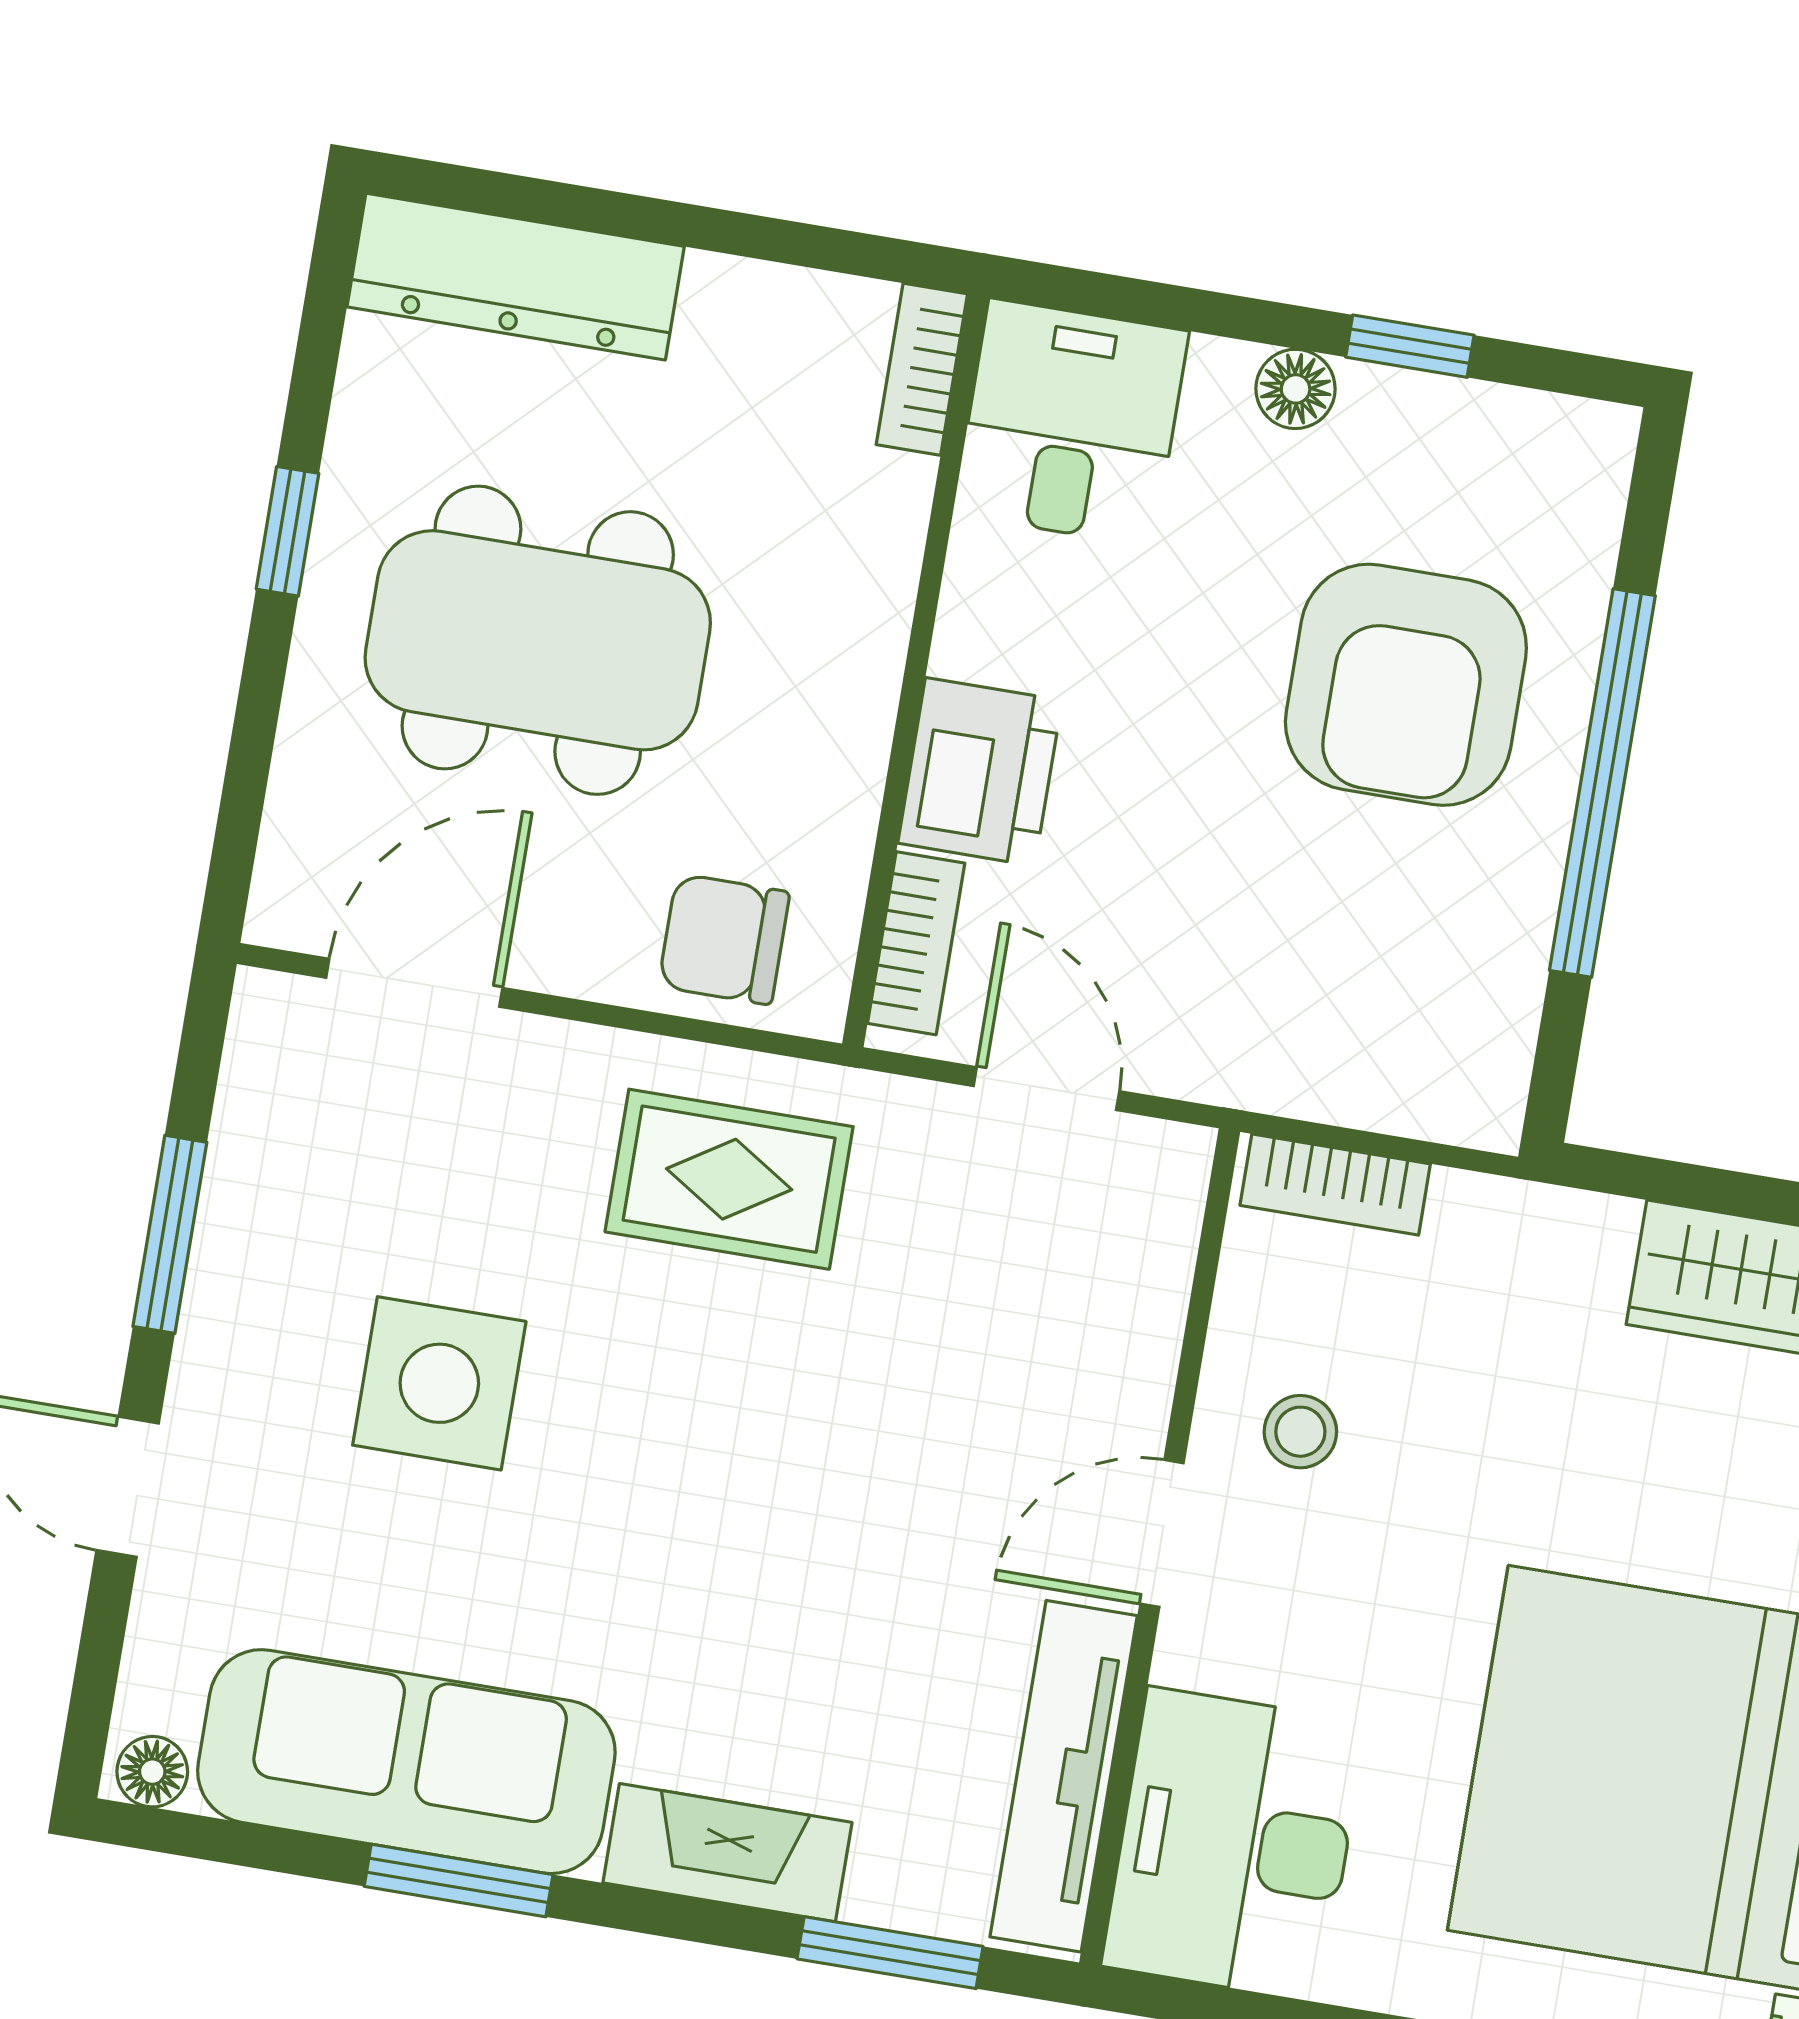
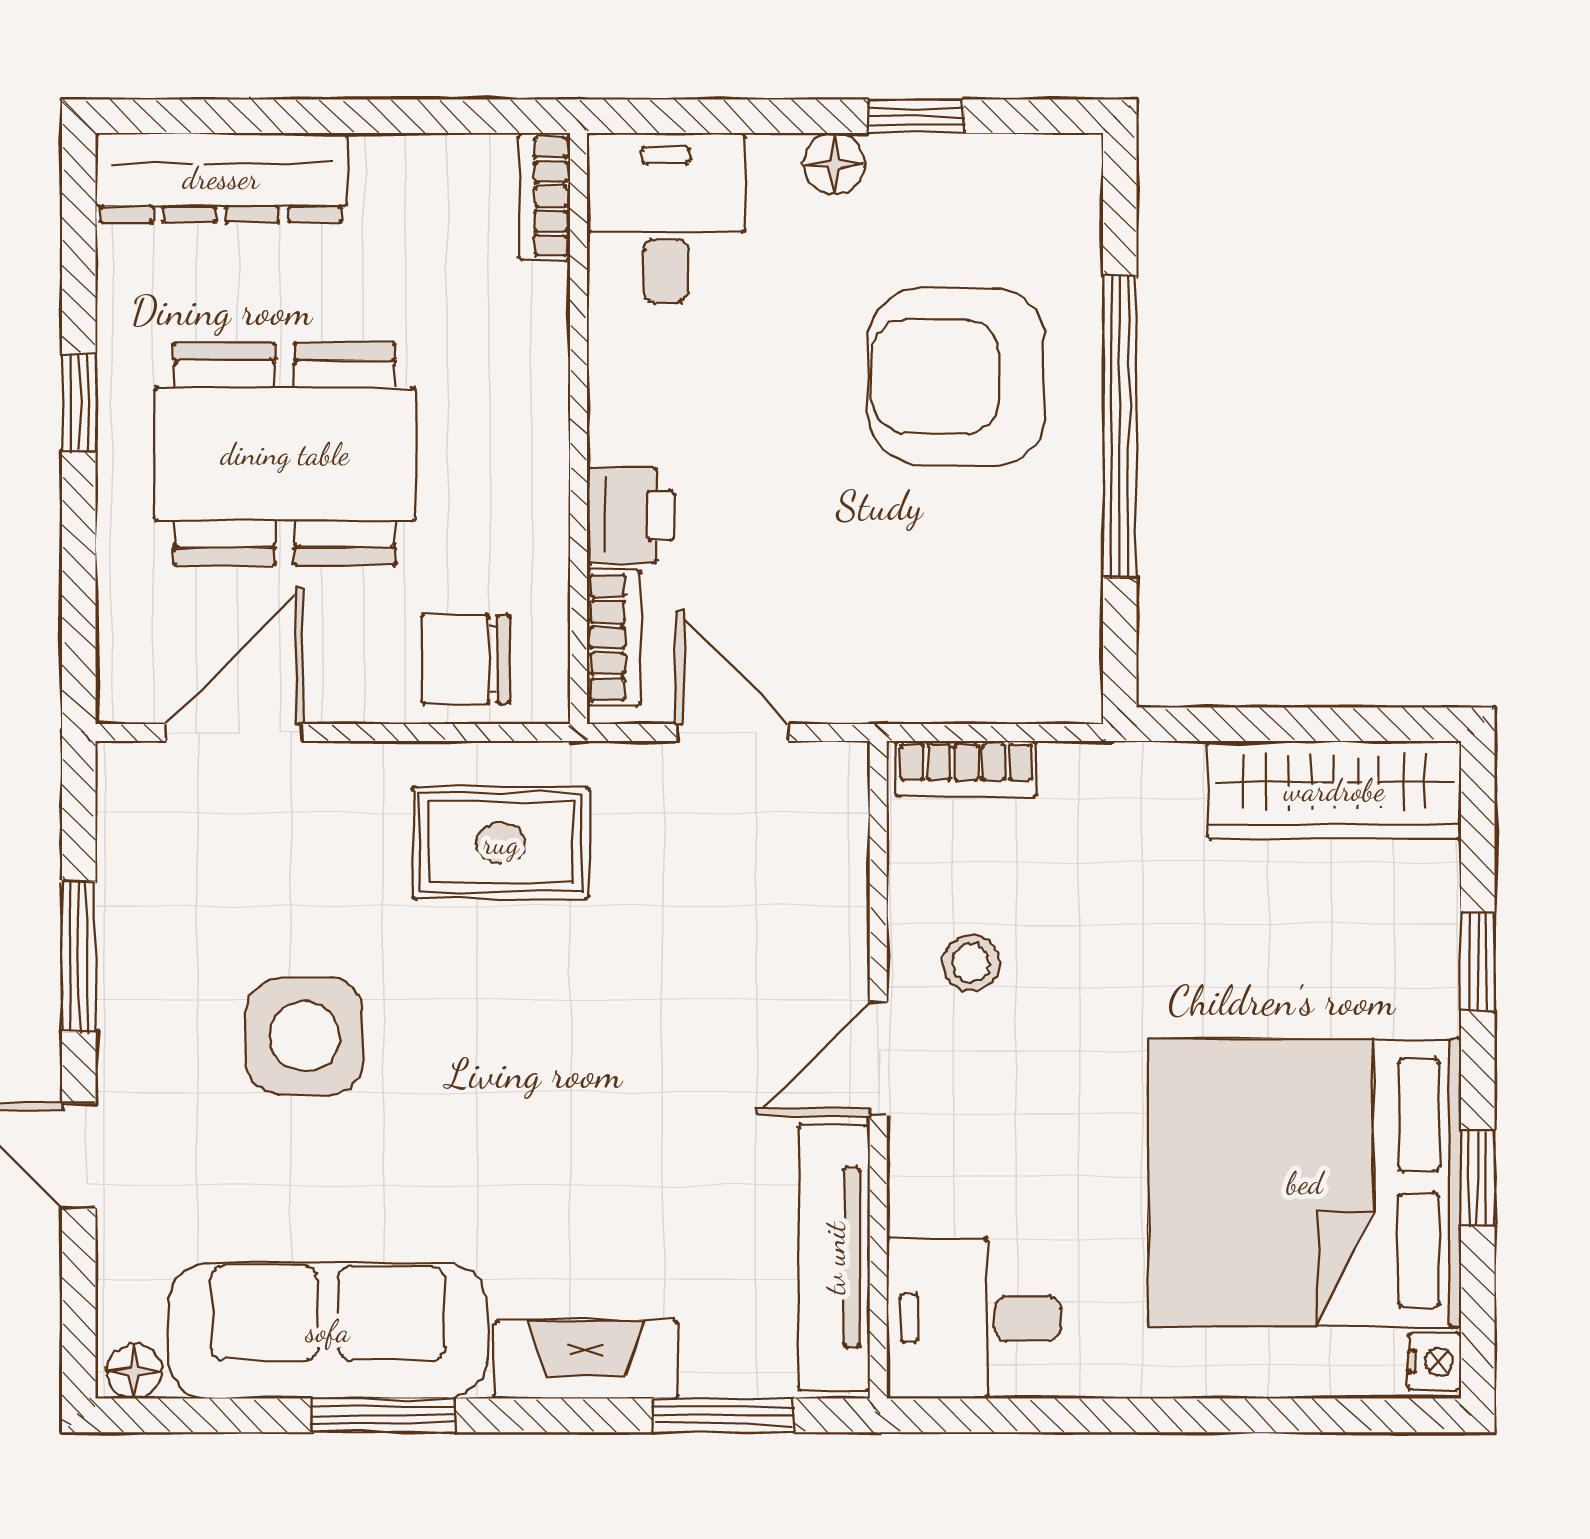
armchair: (1406, 685) -> (956, 377), turned 90
printer: (980, 772) -> (630, 515), width x0.73, depth x0.81
desk: (1234, 1844) -> (974, 1318), width x0.73

